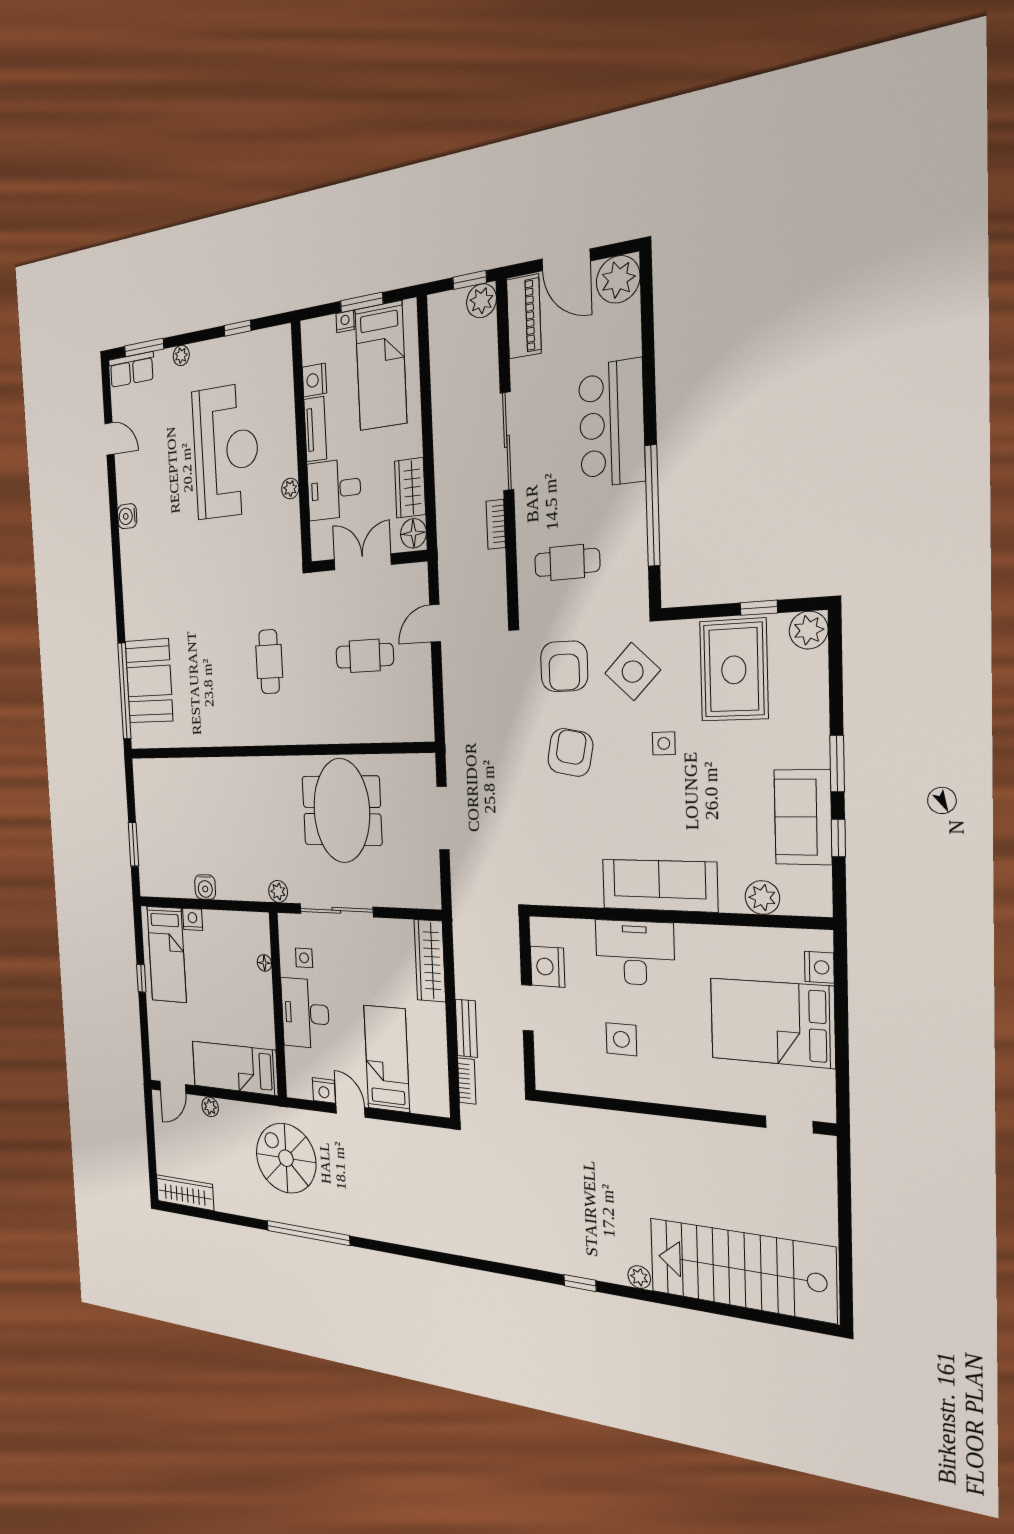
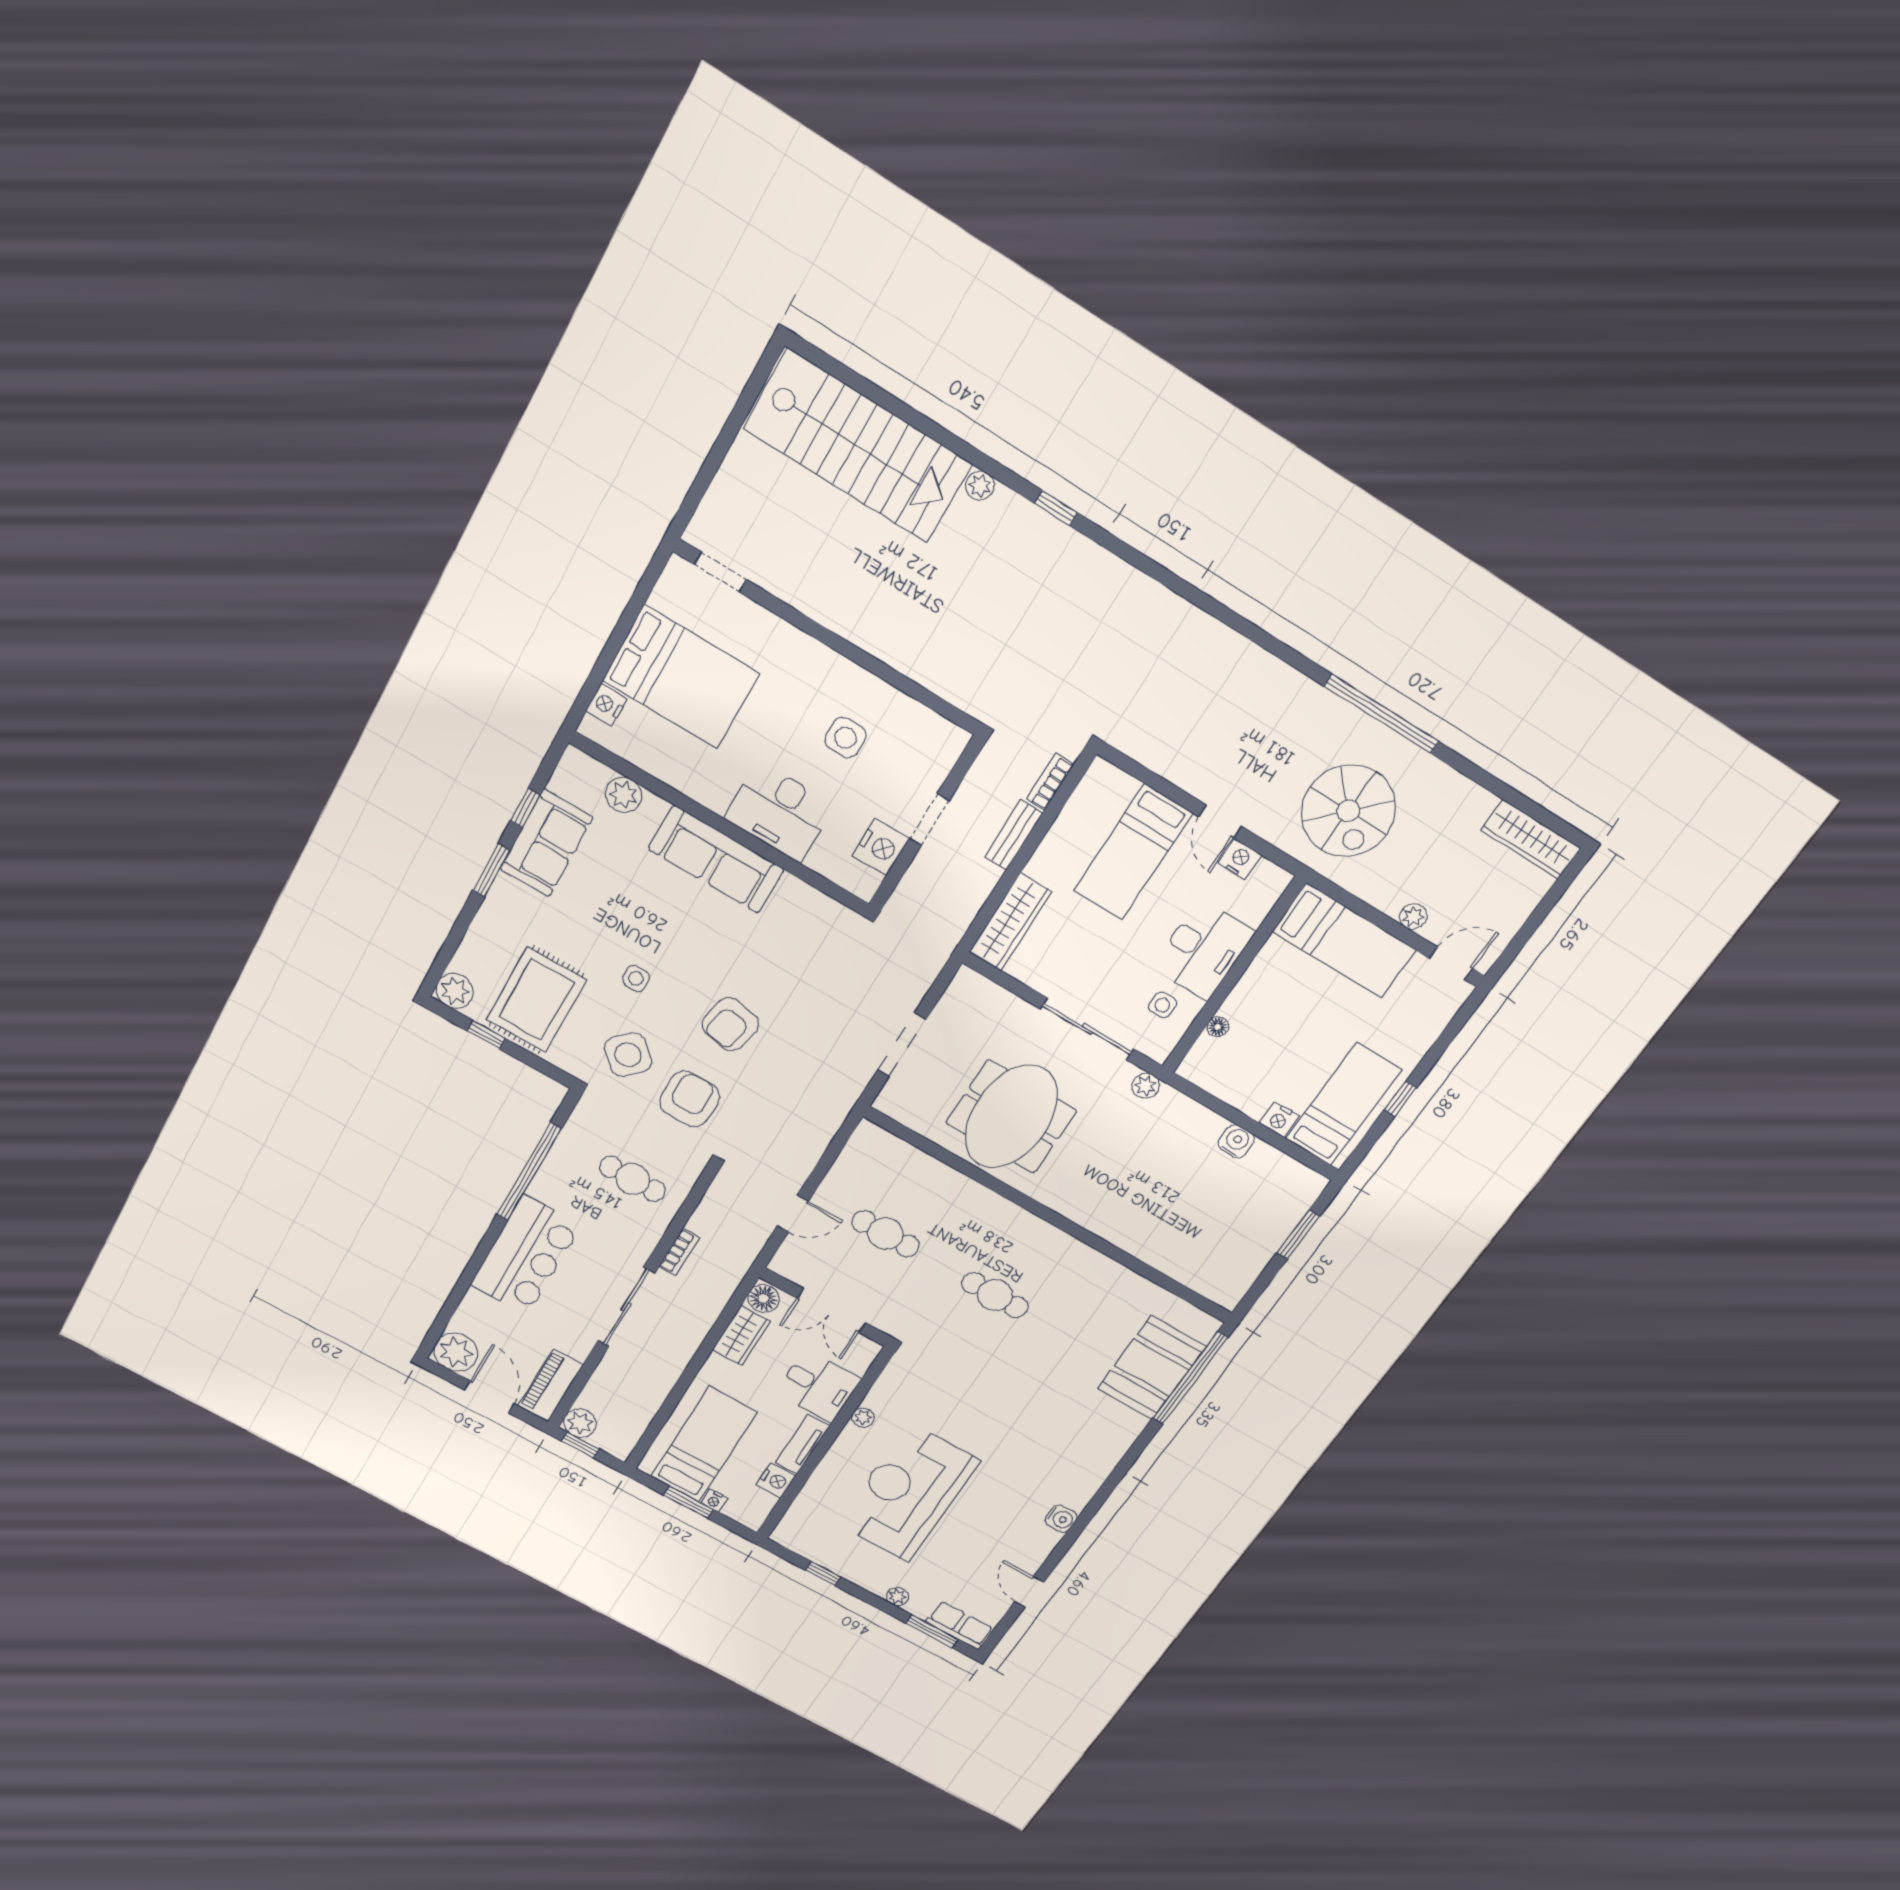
cafe table: (269, 662) -> (995, 1295), turned 90

